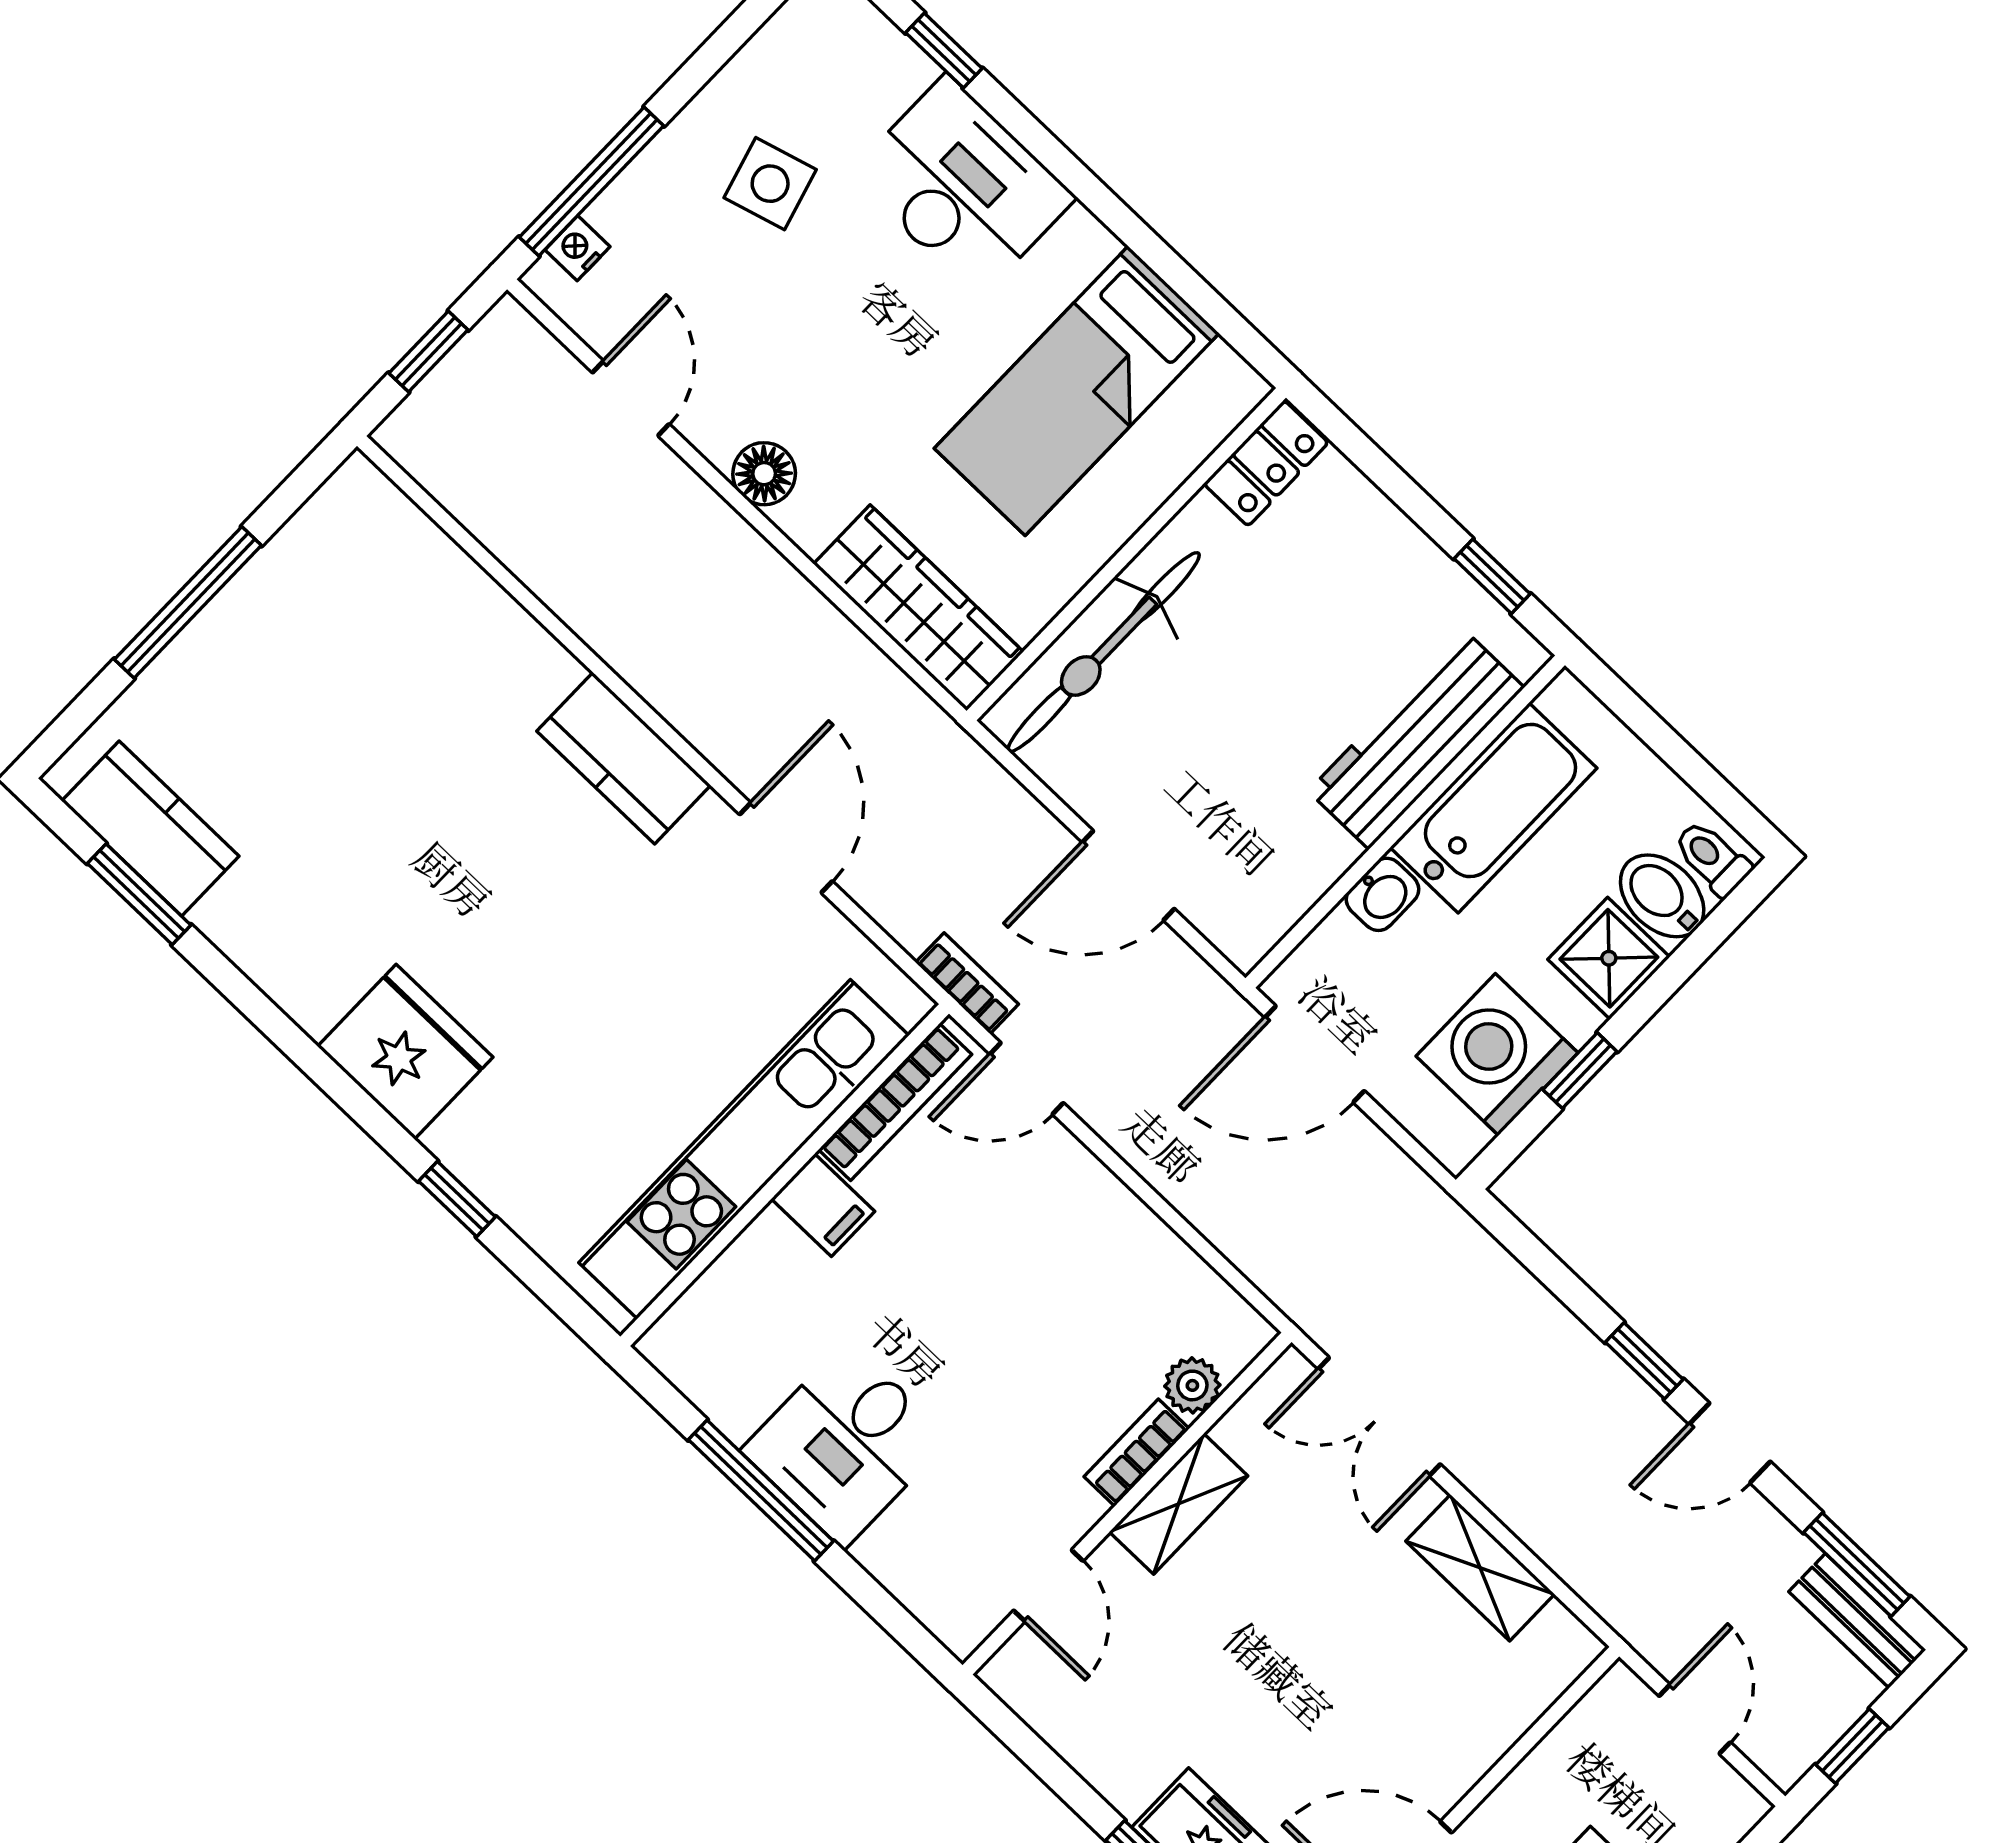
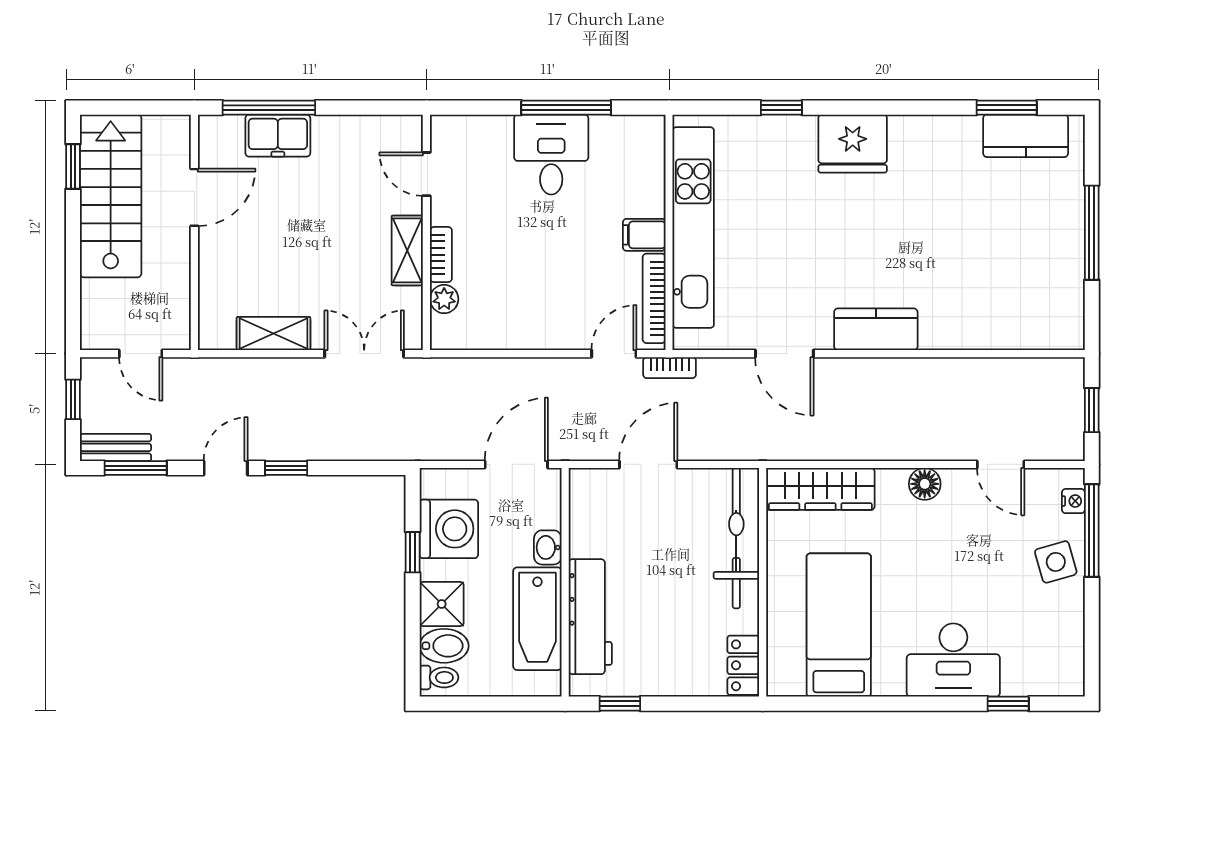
side table: (770, 184) -> (1056, 562), moved

